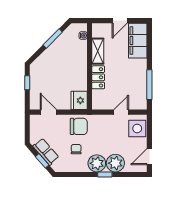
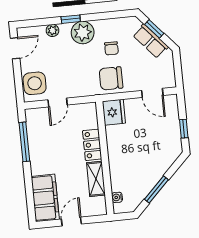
plant: (115, 163) -> (52, 30), width x0.53, depth x0.53

